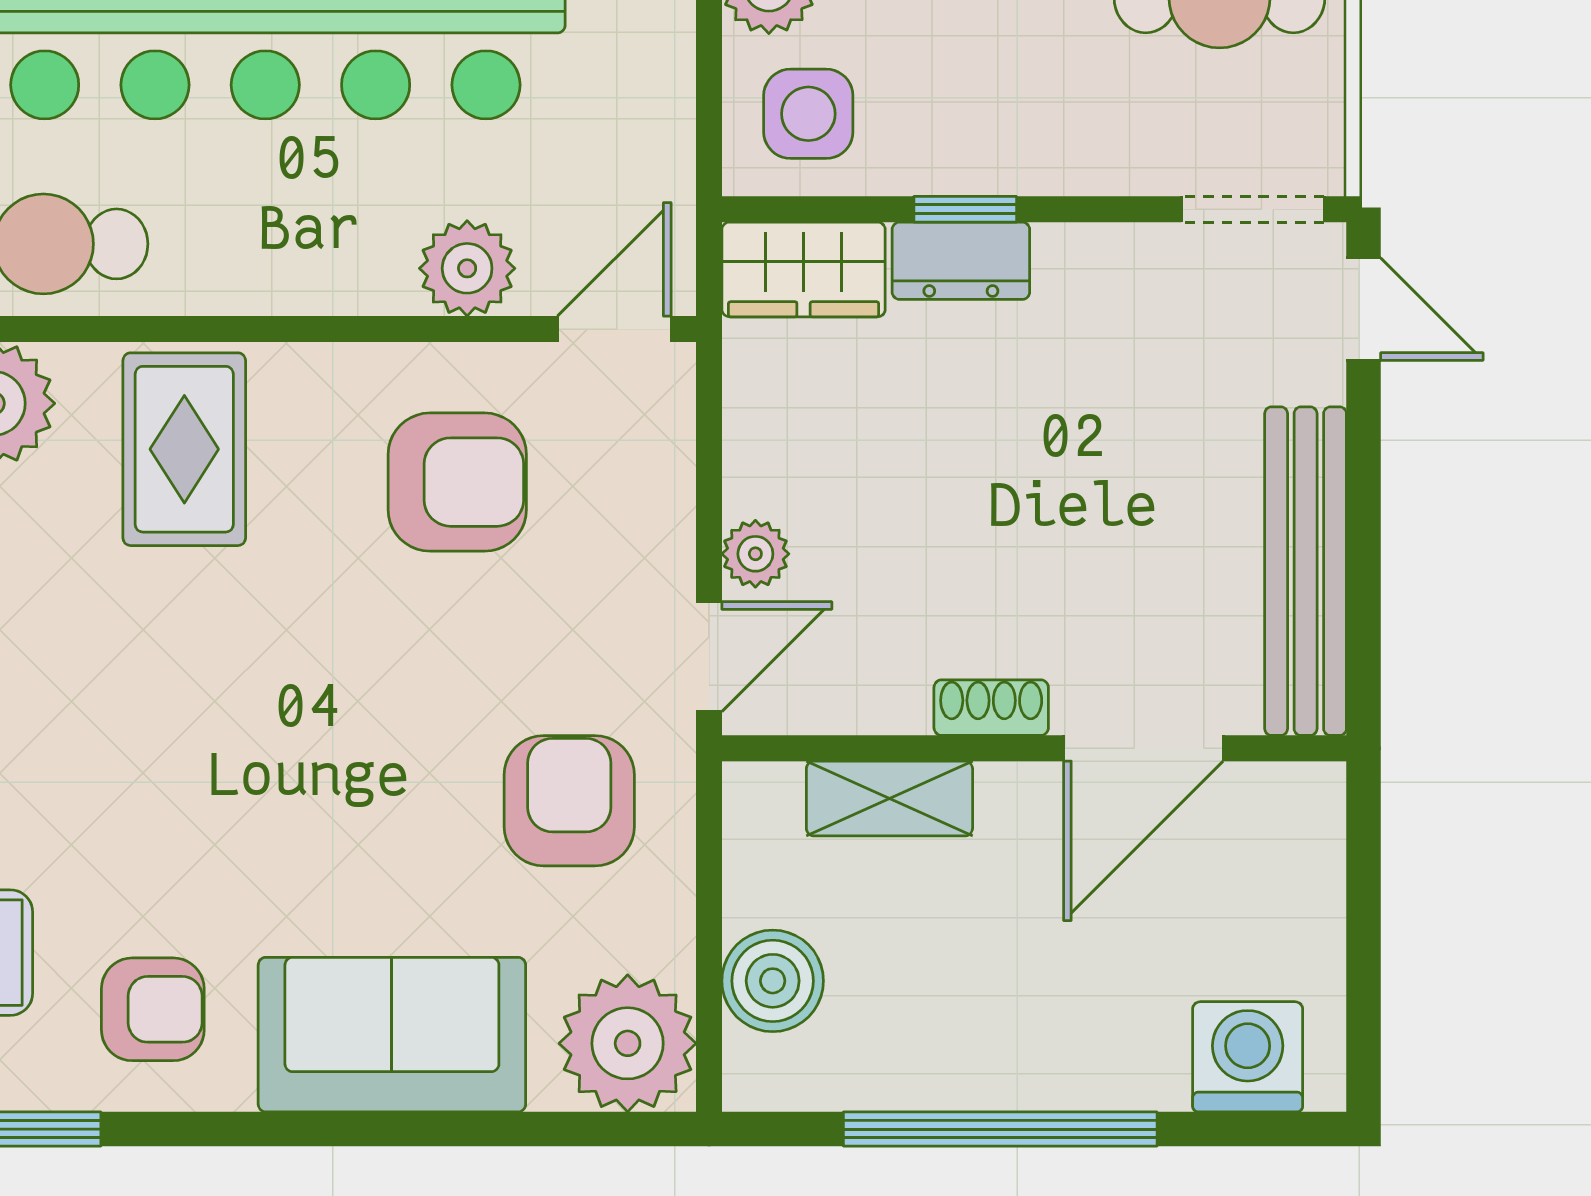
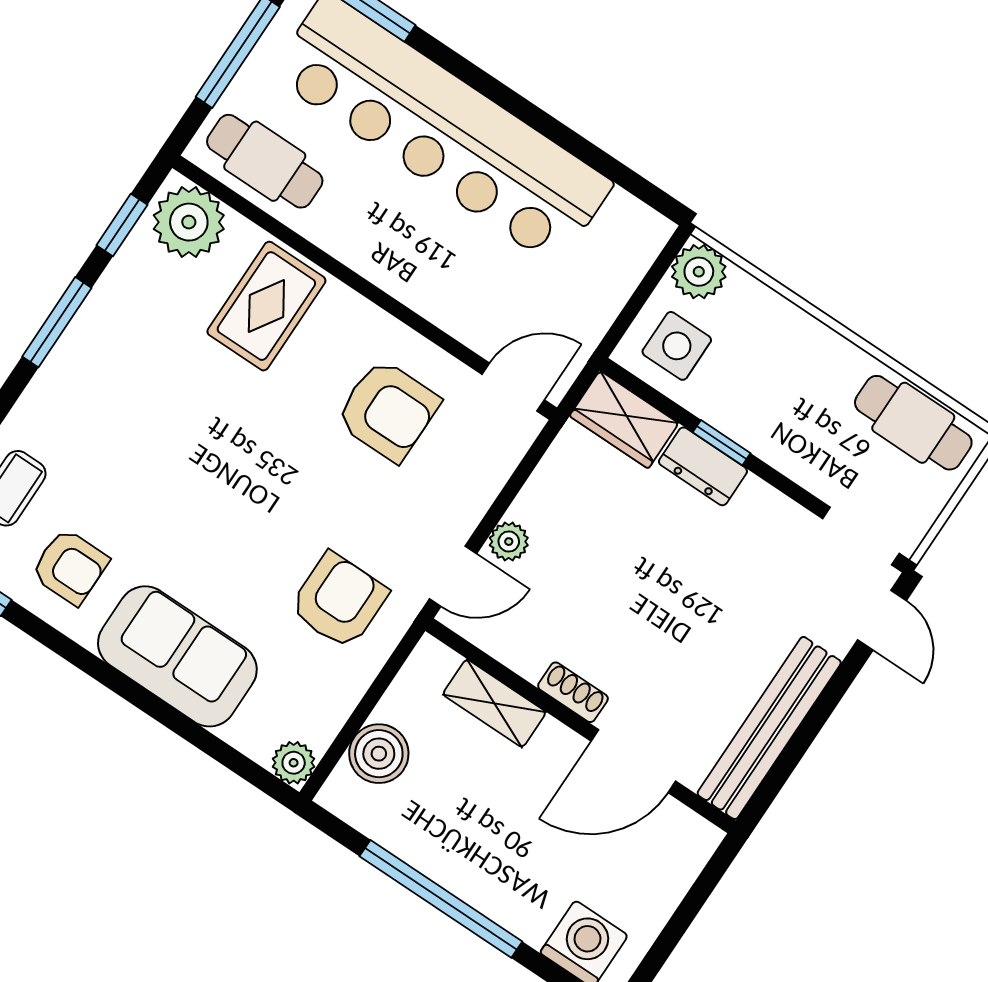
plant: (467, 268) -> (462, 310), removed
plant: (628, 1043) -> (294, 763), width x0.53, depth x0.53

